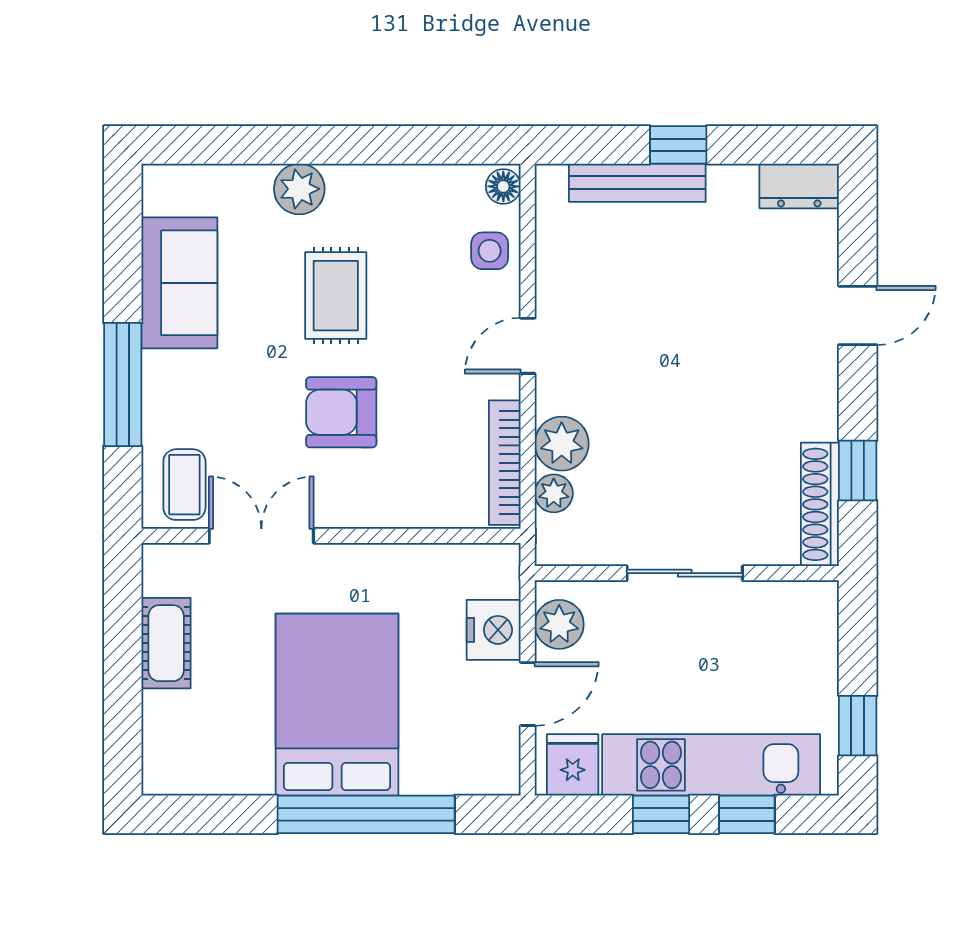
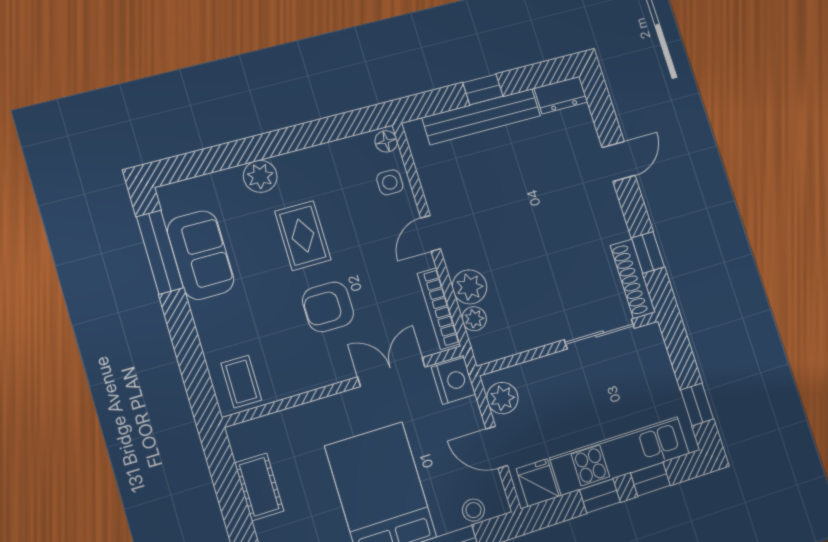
bench: (637, 183) -> (481, 117), width x1.37, depth x1.21
window: (123, 385) -> (160, 252), moved
double door: (261, 536) -> (391, 372), moved
sliding door: (685, 573) -> (600, 334), moved
nightstand: (494, 630) -> (454, 381), moved
door: (528, 694) -> (497, 447), swing flipped
stool: (464, 774) -> (473, 510), added

